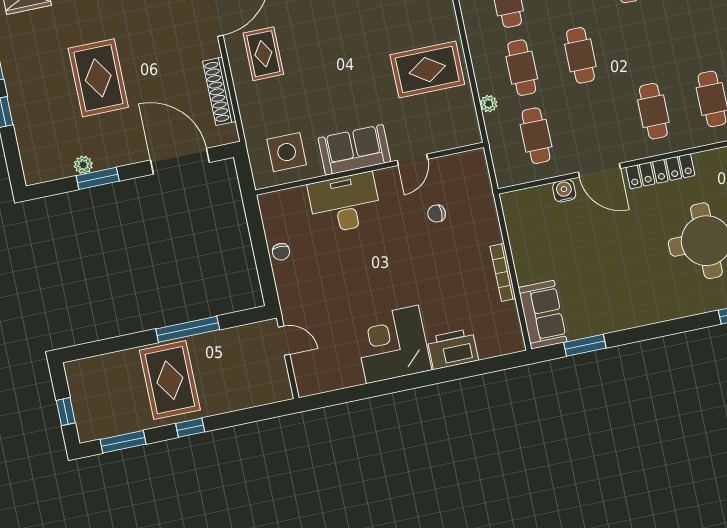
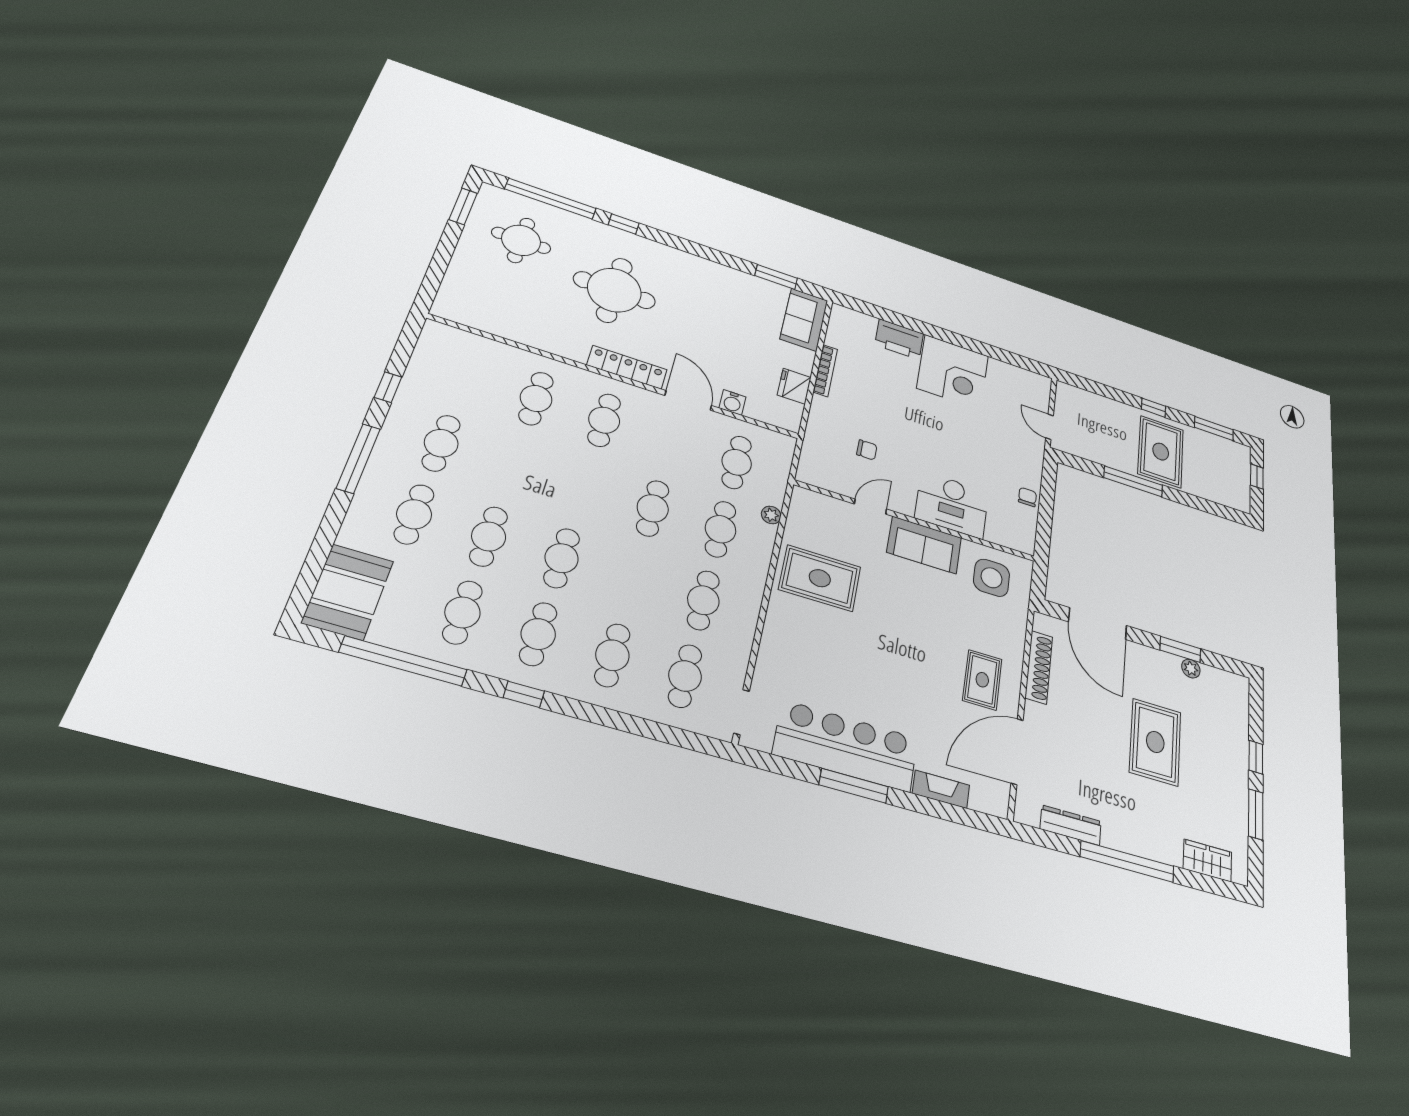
fridge: (522, 239) -> (794, 386), added

